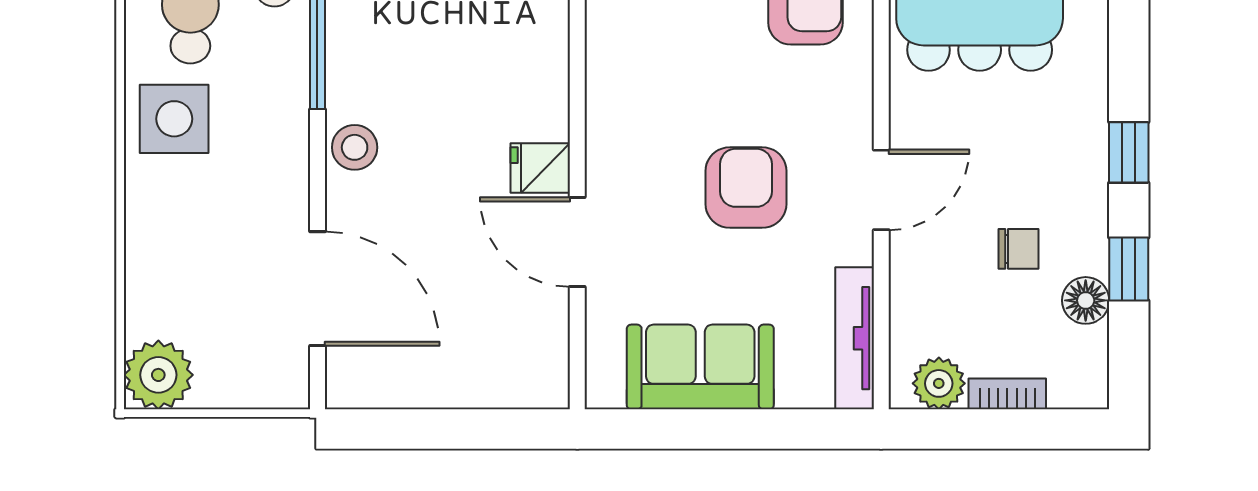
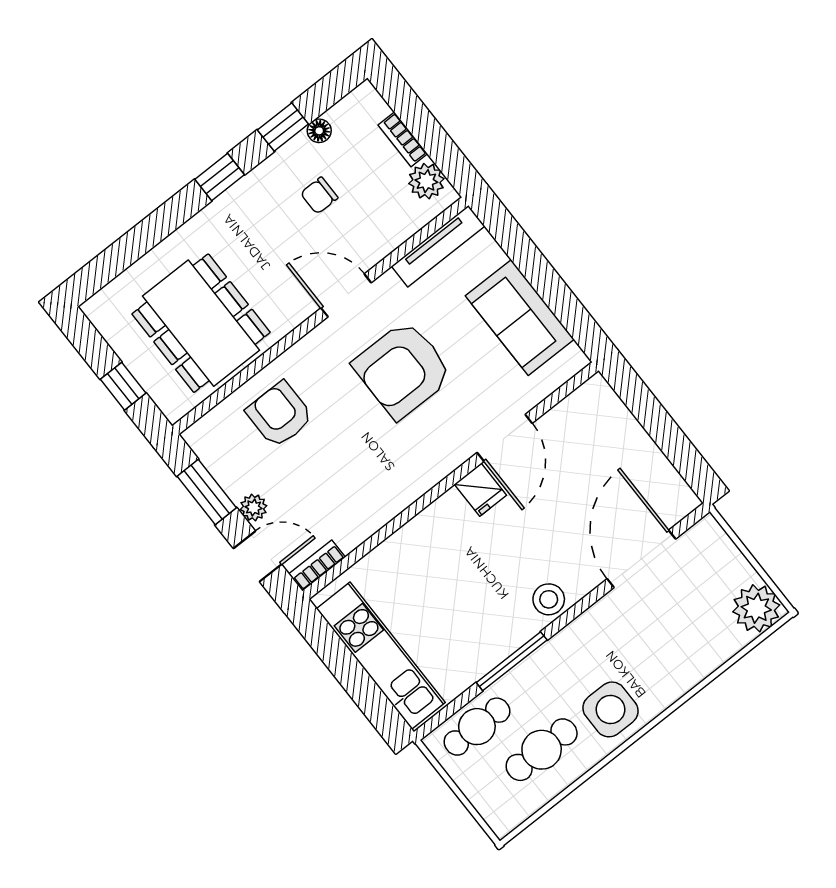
armchair: (746, 188) -> (403, 370), width x1.36, depth x1.36
chair: (1019, 249) -> (319, 195), turned -90
floor lamp: (1086, 300) -> (319, 131), width x0.73, depth x0.73

